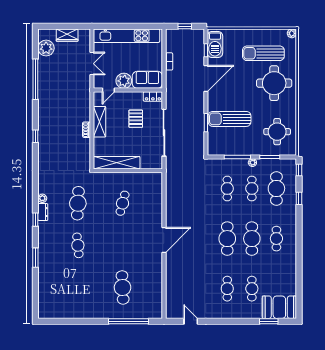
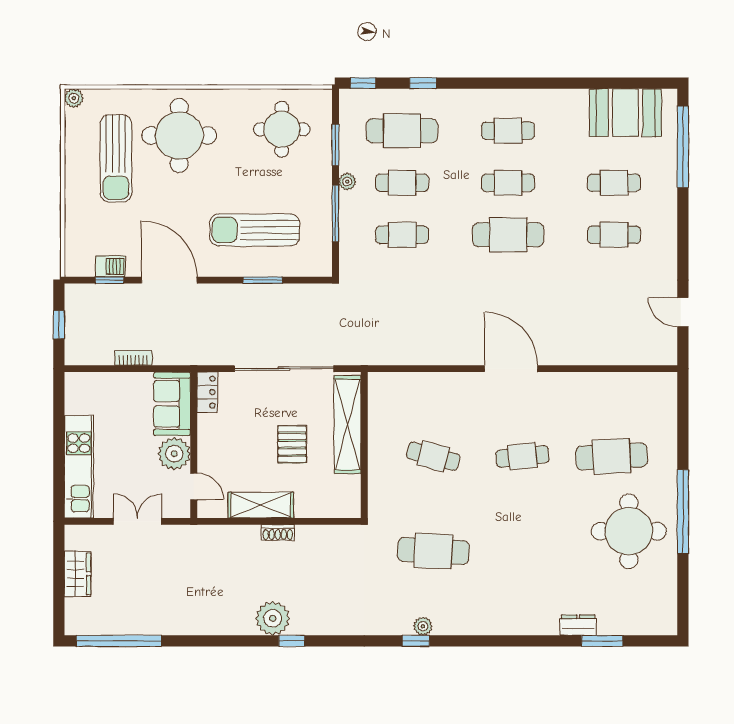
kitchen unit: (126, 36) -> (79, 467), width x0.73
barbecue: (215, 45) -> (110, 266), width x0.53, depth x0.65
plant: (46, 48) -> (273, 618), moved
window: (35, 79) -> (119, 641), moved
pallet: (136, 119) -> (292, 444), moved, turned 90
sun lounger: (230, 119) -> (255, 230), turned 90
shelving: (117, 163) -> (347, 424), moved
dresser: (43, 212) -> (578, 625), moved
window: (35, 220) -> (416, 641), moved
cafe table: (252, 239) -> (508, 183), width x0.73, depth x0.74
cafe table: (78, 245) -> (522, 456), moved
window: (35, 258) -> (602, 641), moved
round table: (87, 296) -> (629, 531), added
booth: (279, 307) -> (625, 113), moved, turned 90
window: (128, 321) -> (683, 512), moved
door: (191, 321) -> (683, 312), hinge flipped
window: (269, 321) -> (683, 147), width x2.11

